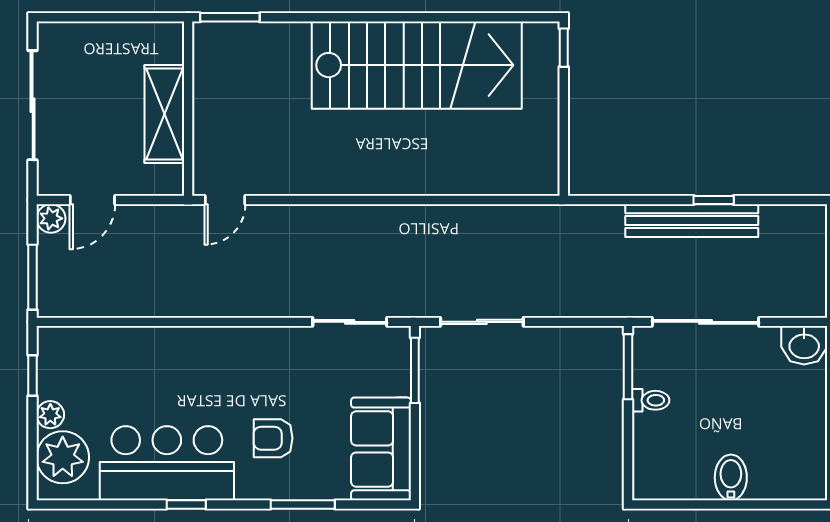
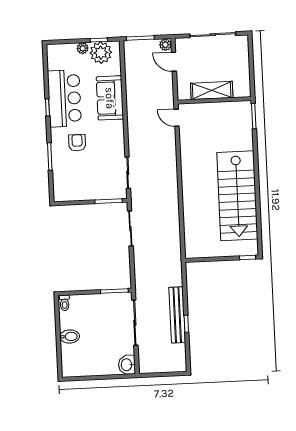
toilet: (651, 400) -> (65, 303), moved
sofa: (381, 449) -> (110, 98), moved, turned -90
plant: (63, 457) -> (101, 53), moved

